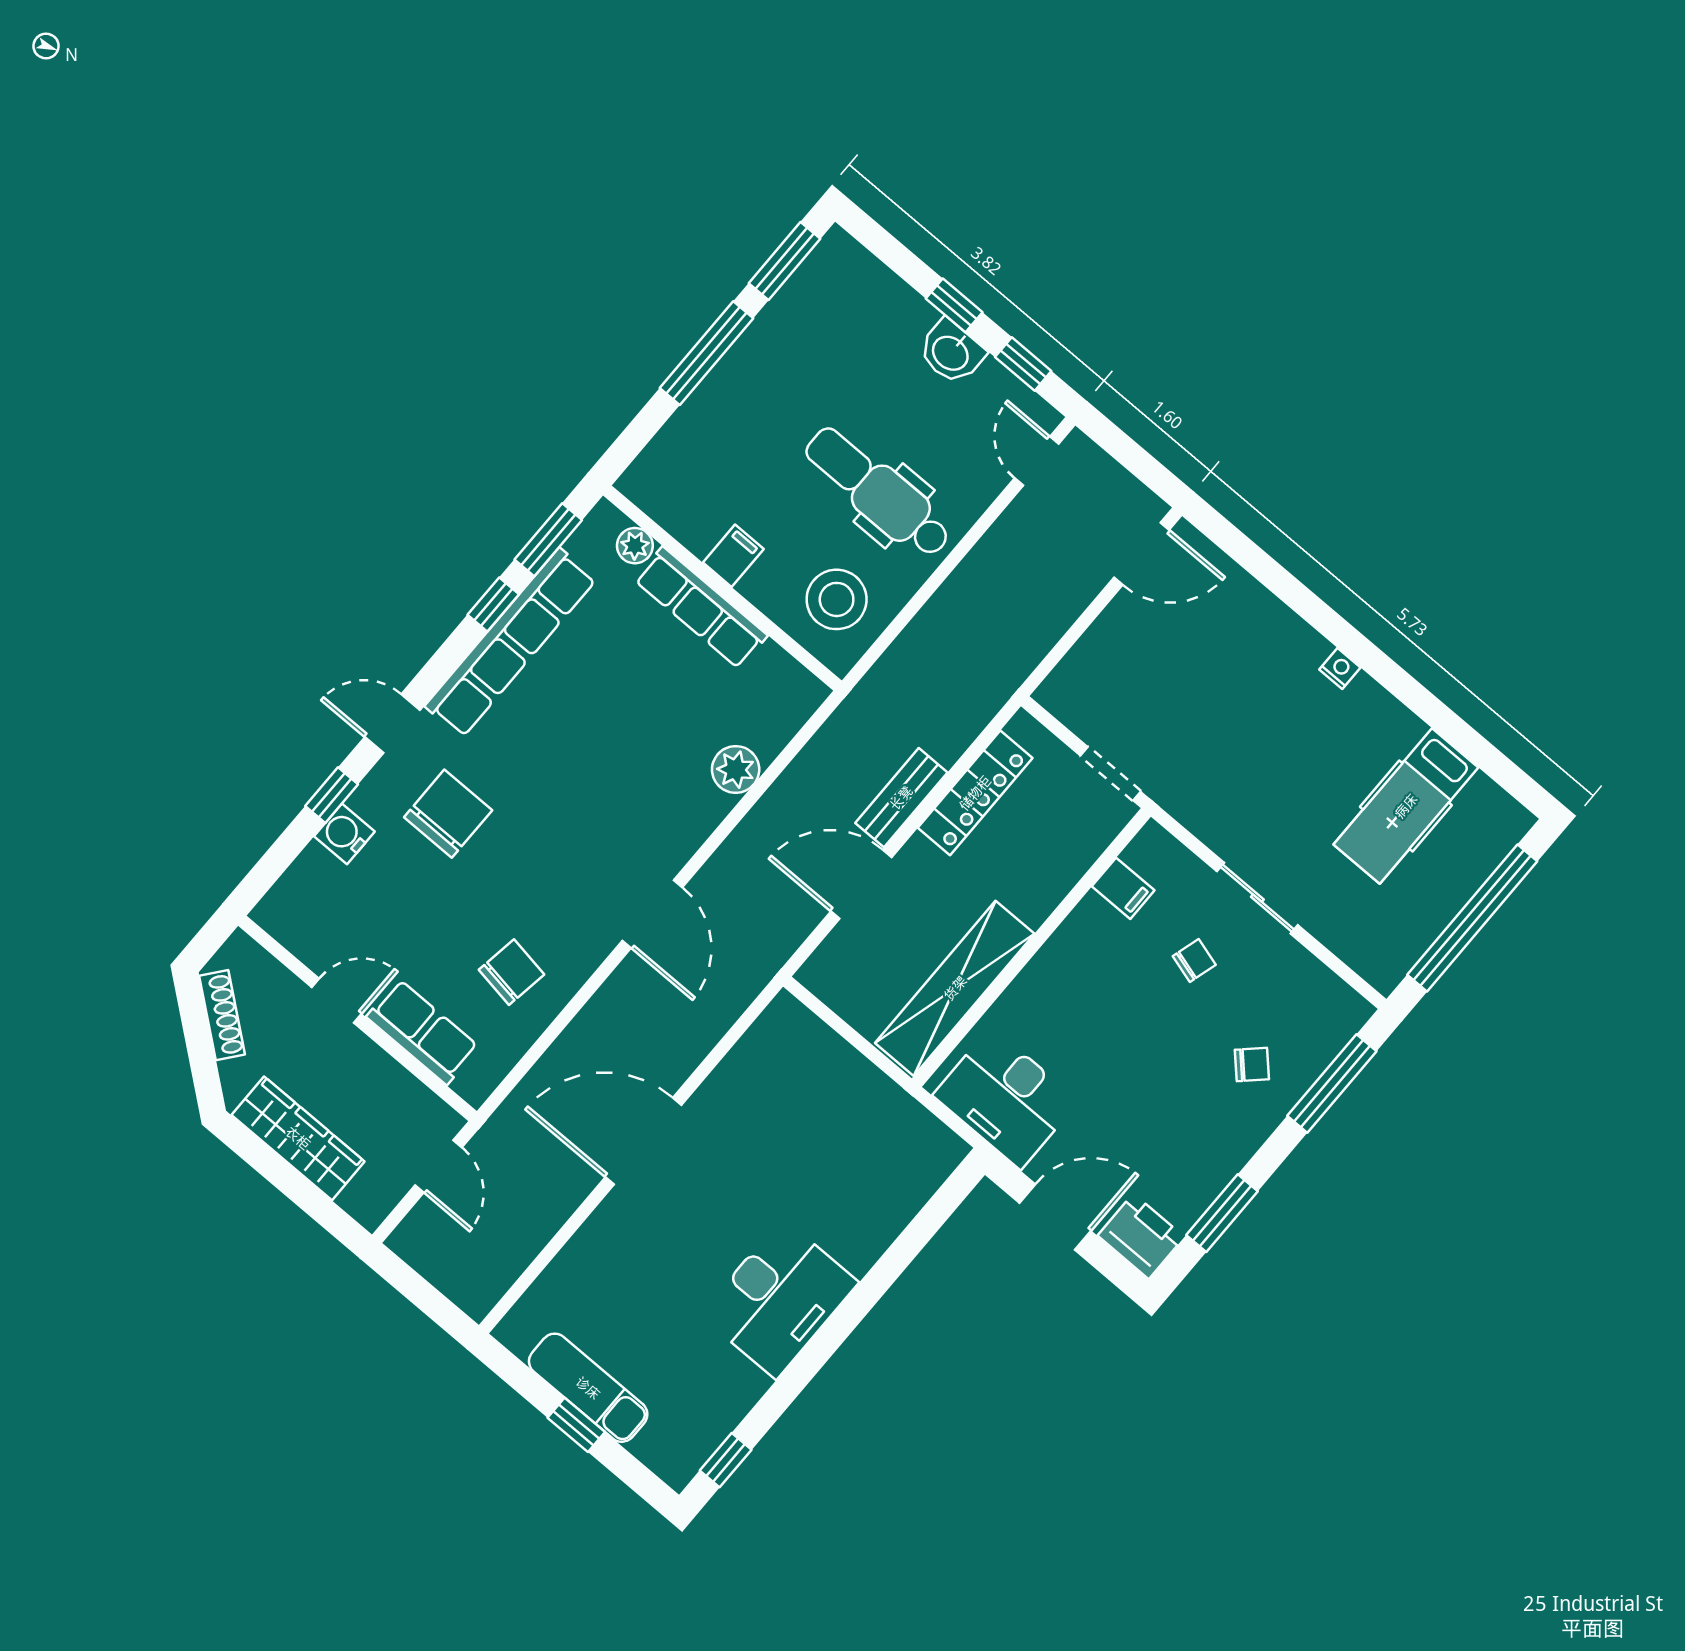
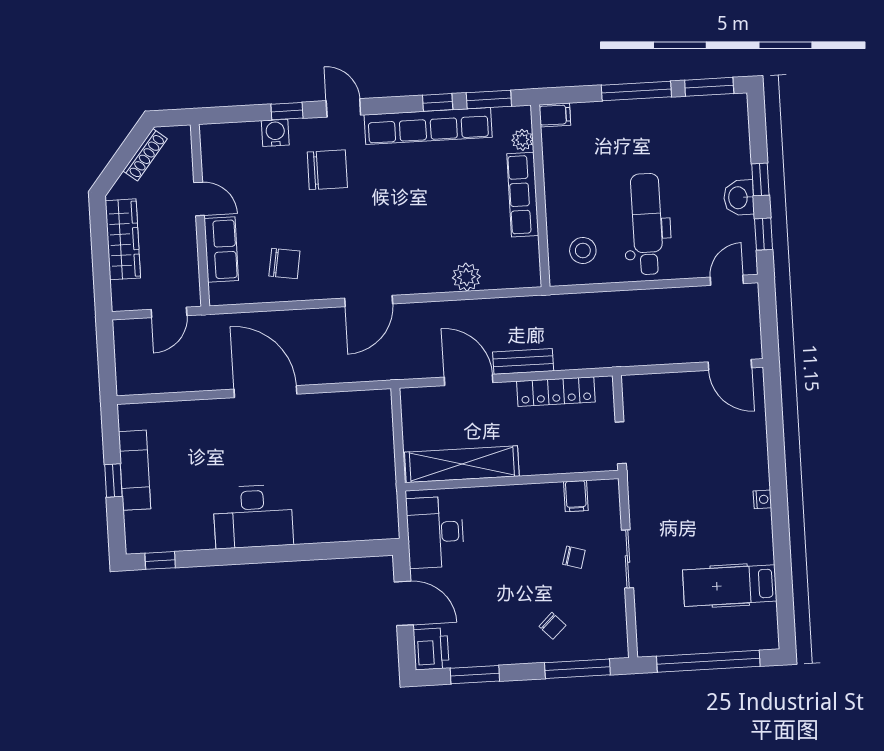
filing cabinet: (733, 556) -> (555, 115), moved
stool: (837, 599) -> (583, 250), width x0.73, depth x0.73

